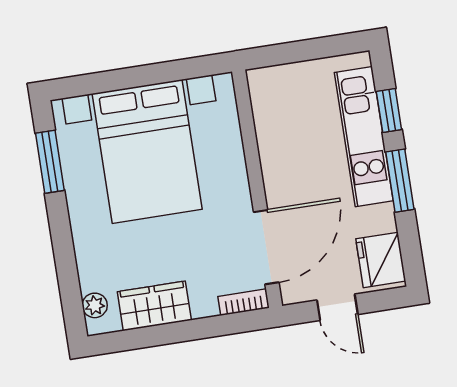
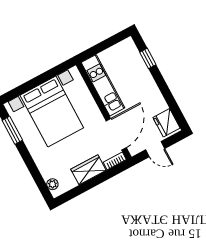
kitchen unit: (364, 137) -> (103, 85), moved, turned 180
window: (400, 181) -> (163, 86), removed
wardrobe: (154, 306) -> (88, 170), moved

